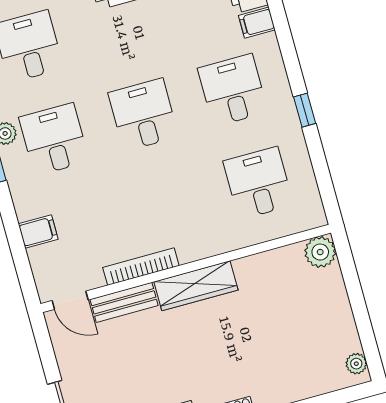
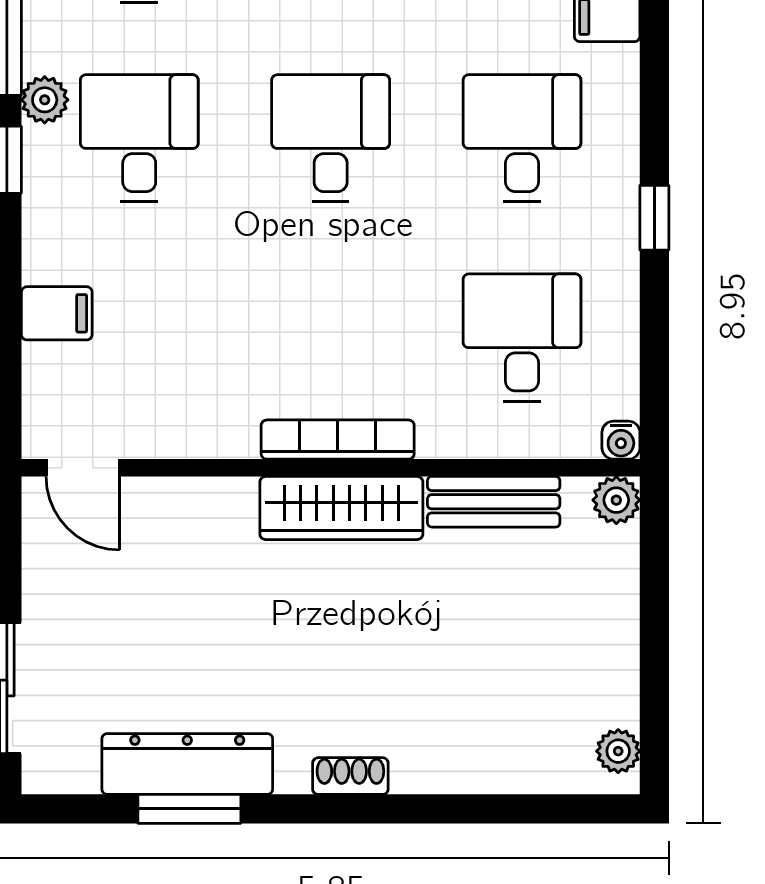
water cooler: (318, 218) -> (621, 440), added
plant: (320, 252) -> (616, 500), width x0.73, depth x0.73
bookcase: (141, 267) -> (338, 440), moved
bench: (124, 302) -> (494, 502), moved

